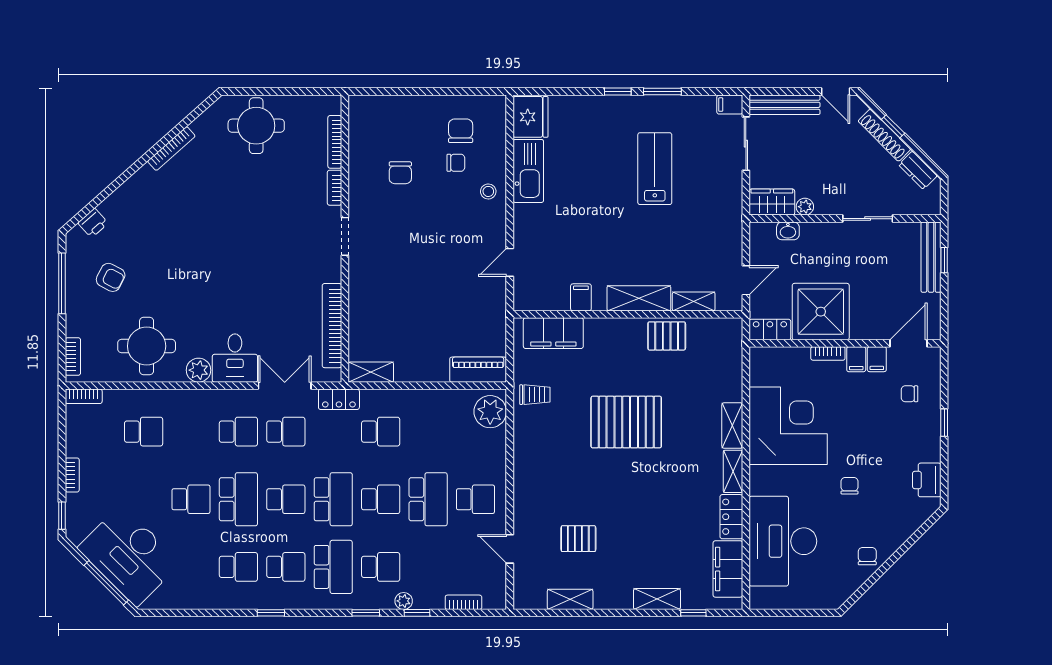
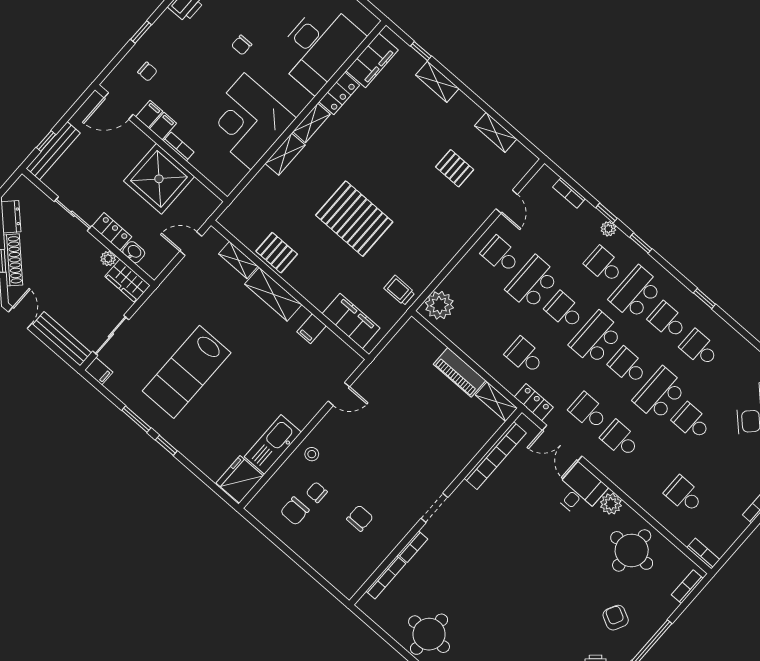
lab bench: (655, 169) -> (187, 372), width x1.36, depth x1.39
locker: (770, 330) -> (112, 232), moved, turned 180
piano: (478, 370) -> (460, 372), moved

